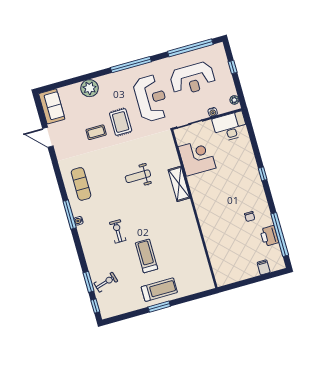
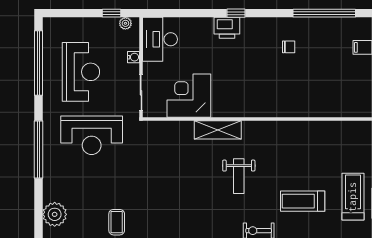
window: (233, 67) -> (112, 13), moved
reception desk: (151, 98) -> (92, 135), turned 180
rug: (121, 122) -> (112, 185), removed
weight bench: (138, 176) -> (239, 176), moved
printer: (269, 236) -> (227, 28), moved

